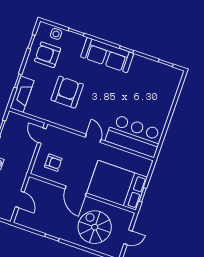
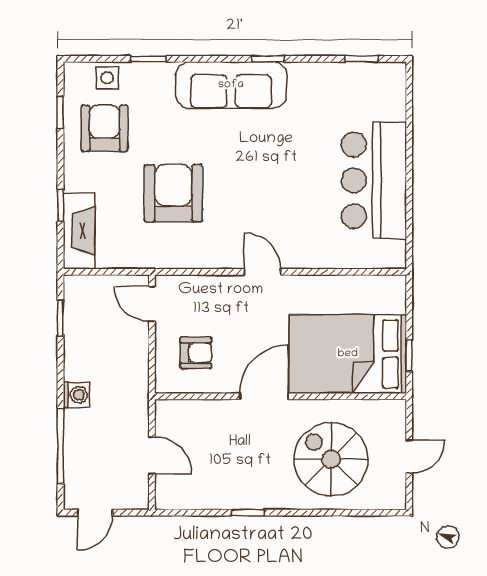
armchair: (48, 55) -> (105, 128), turned 90
bar counter: (134, 136) -> (374, 180), moved, turned -90
door: (76, 191) -> (264, 396), swing flipped

